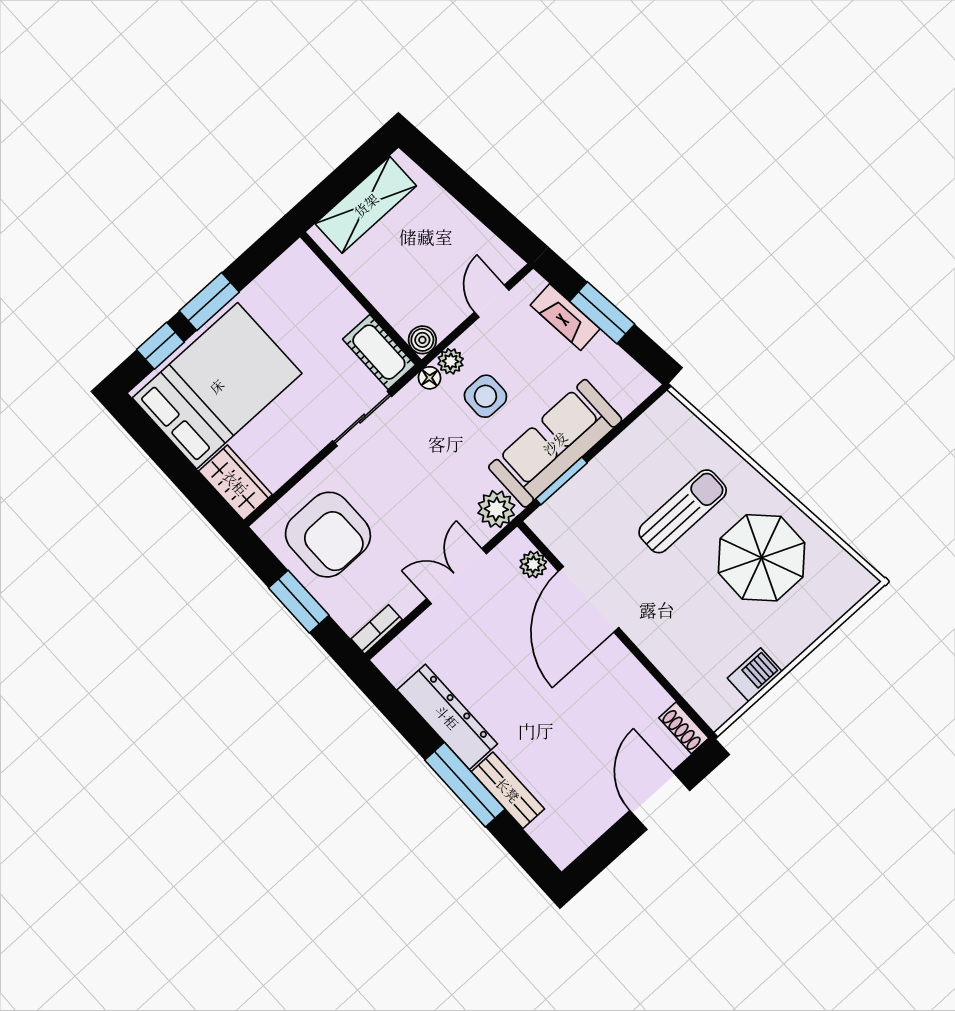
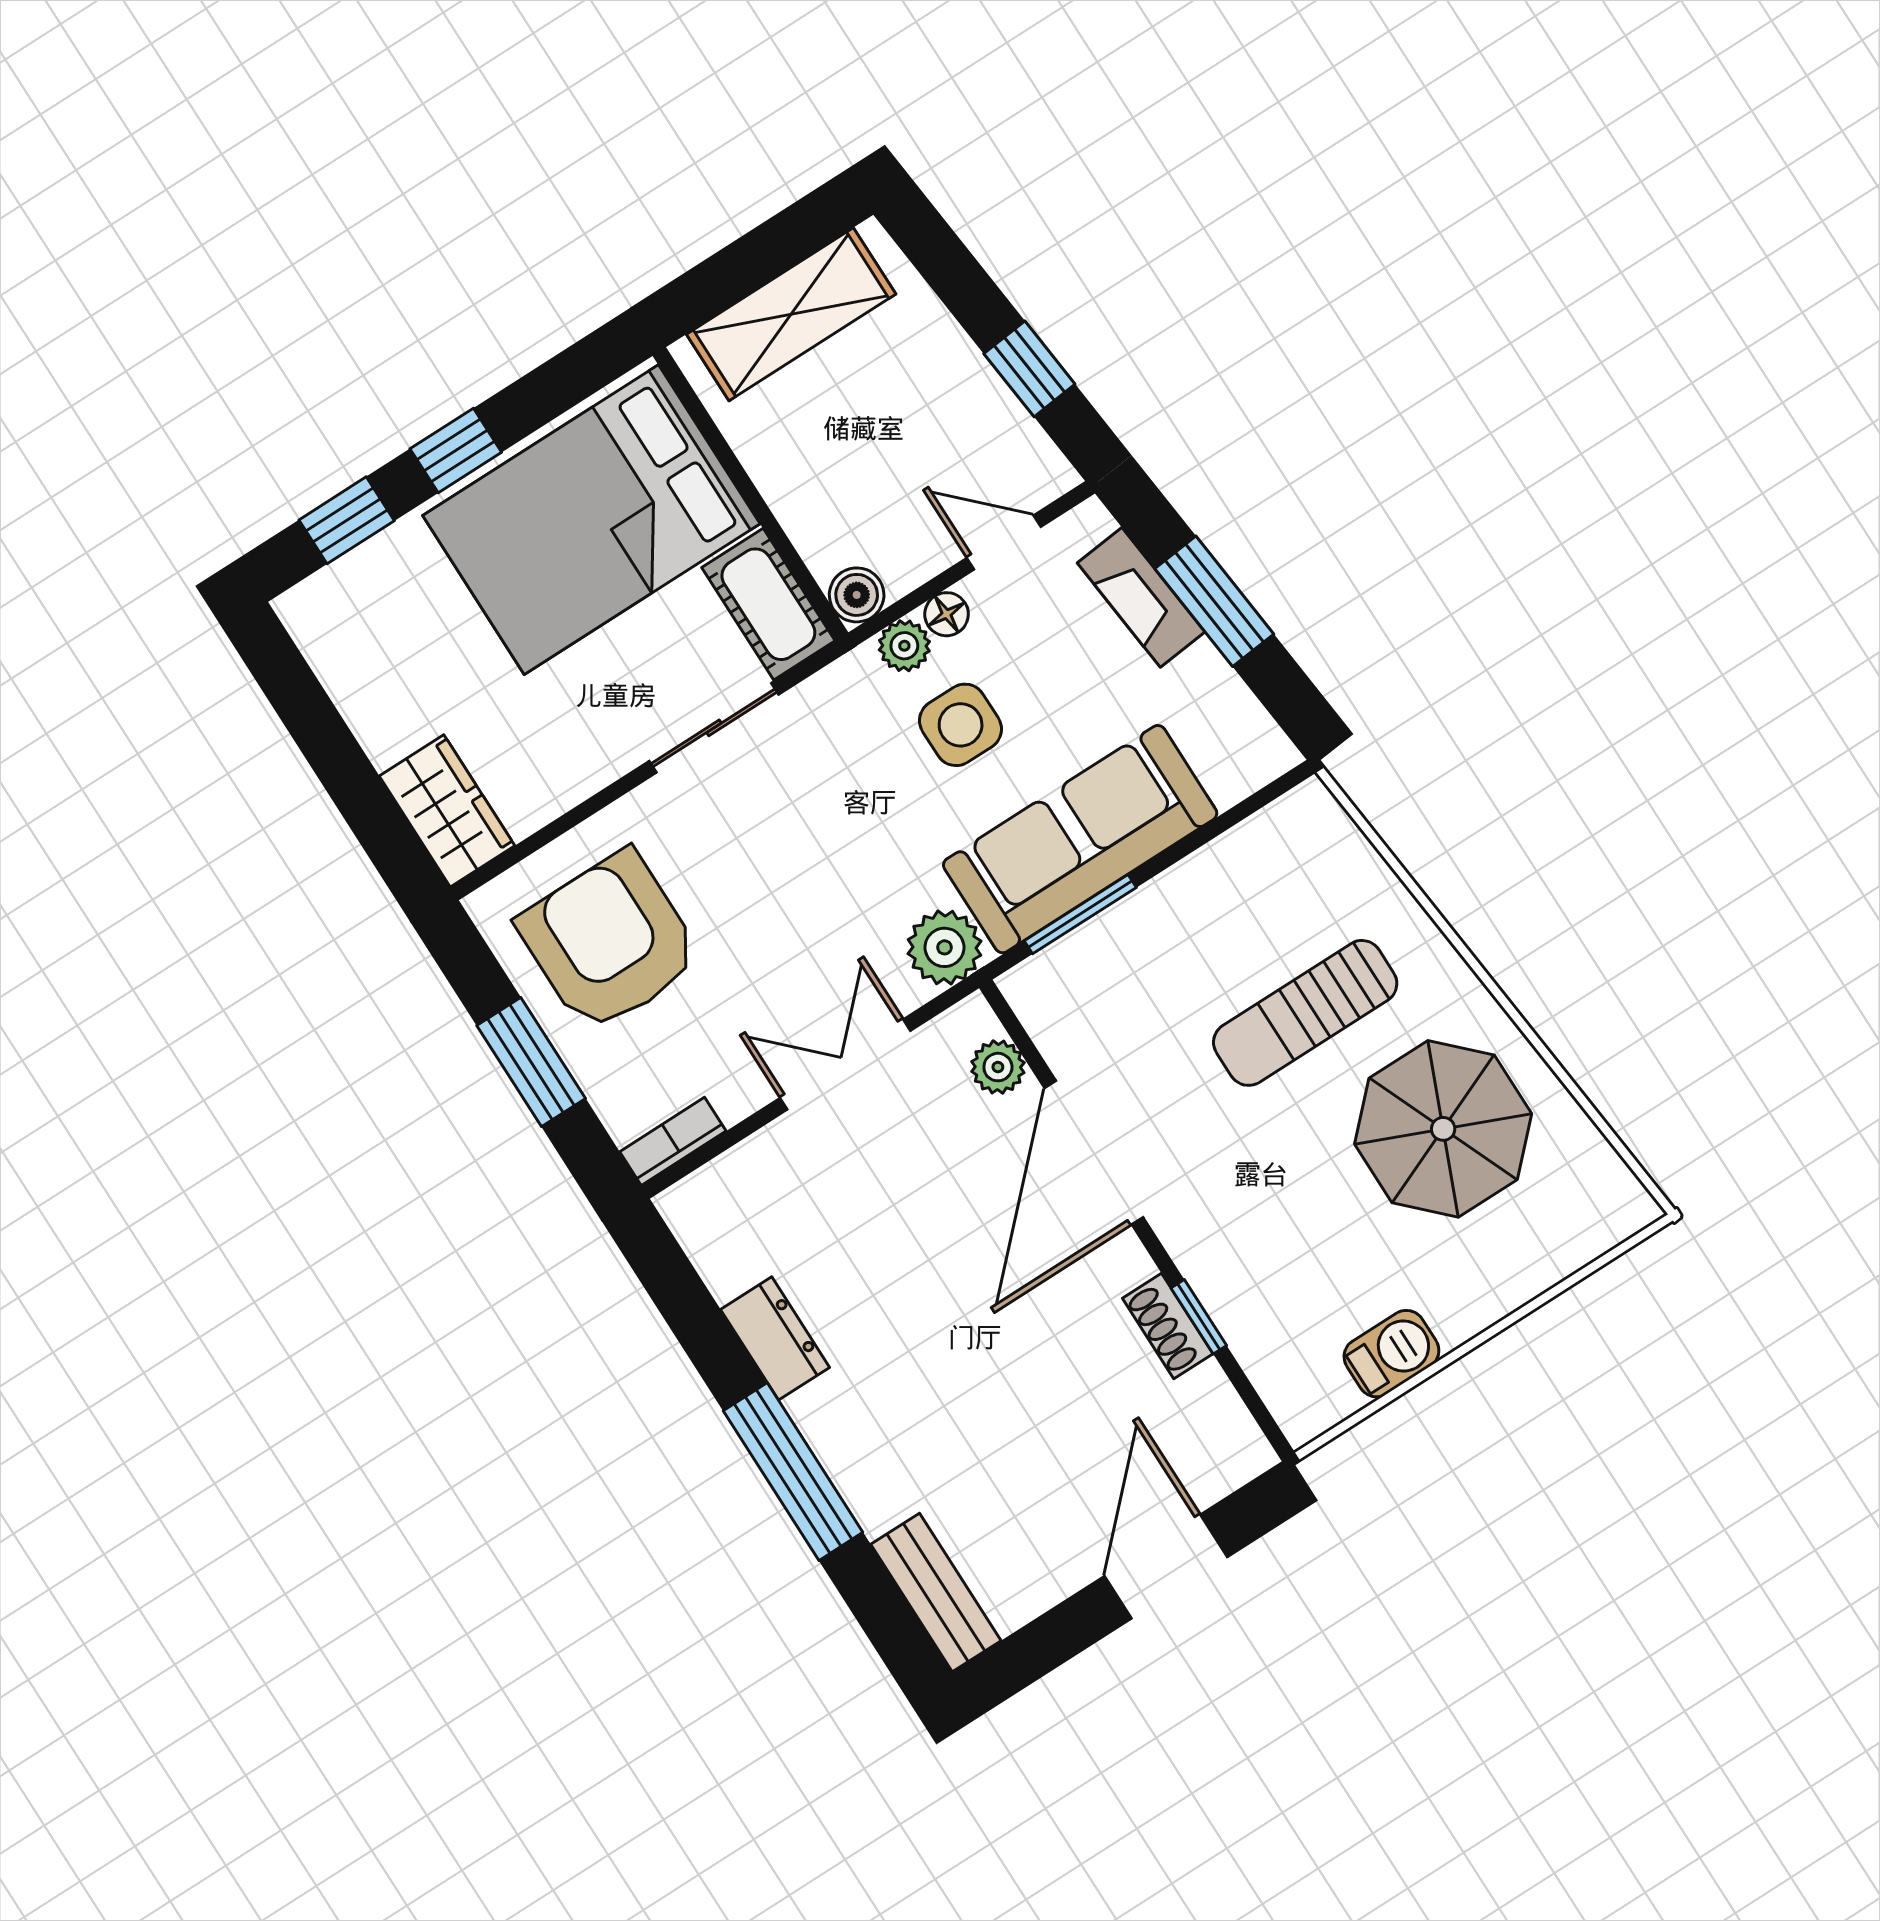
window: (490, 212) -> (1029, 369), added
window: (209, 301) -> (456, 450), width x0.67
door: (492, 301) -> (1004, 542), hinge flipped
floor lamp: (430, 378) -> (947, 614), moved
bed: (217, 386) -> (591, 520), moved, turned 180
sun lounger: (683, 511) -> (1305, 1013), turned 180
armchair: (328, 535) -> (610, 942), turned 180
window: (655, 673) -> (1199, 1317), added
dresser: (447, 717) -> (775, 1338), width x0.51, depth x0.80
shoe rack: (684, 728) -> (1168, 1326), moved
bench: (508, 790) -> (936, 1593), moved

